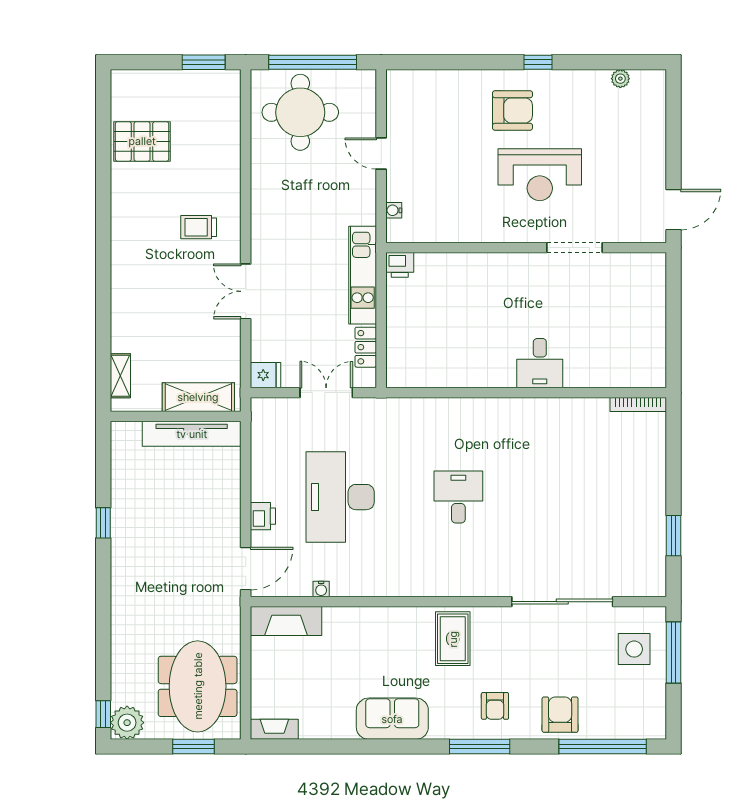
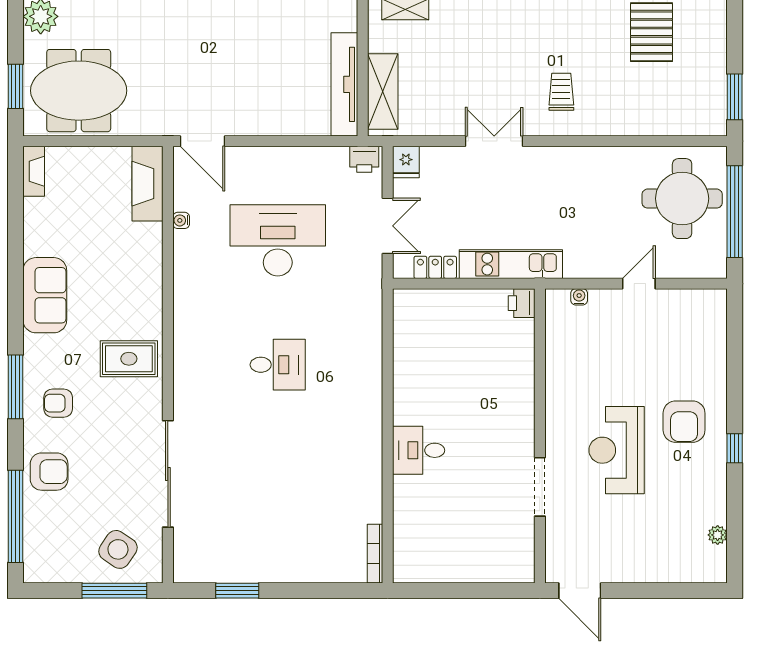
printer: (263, 516) -> (364, 159), moved
side table: (634, 649) -> (118, 549), turned 34

